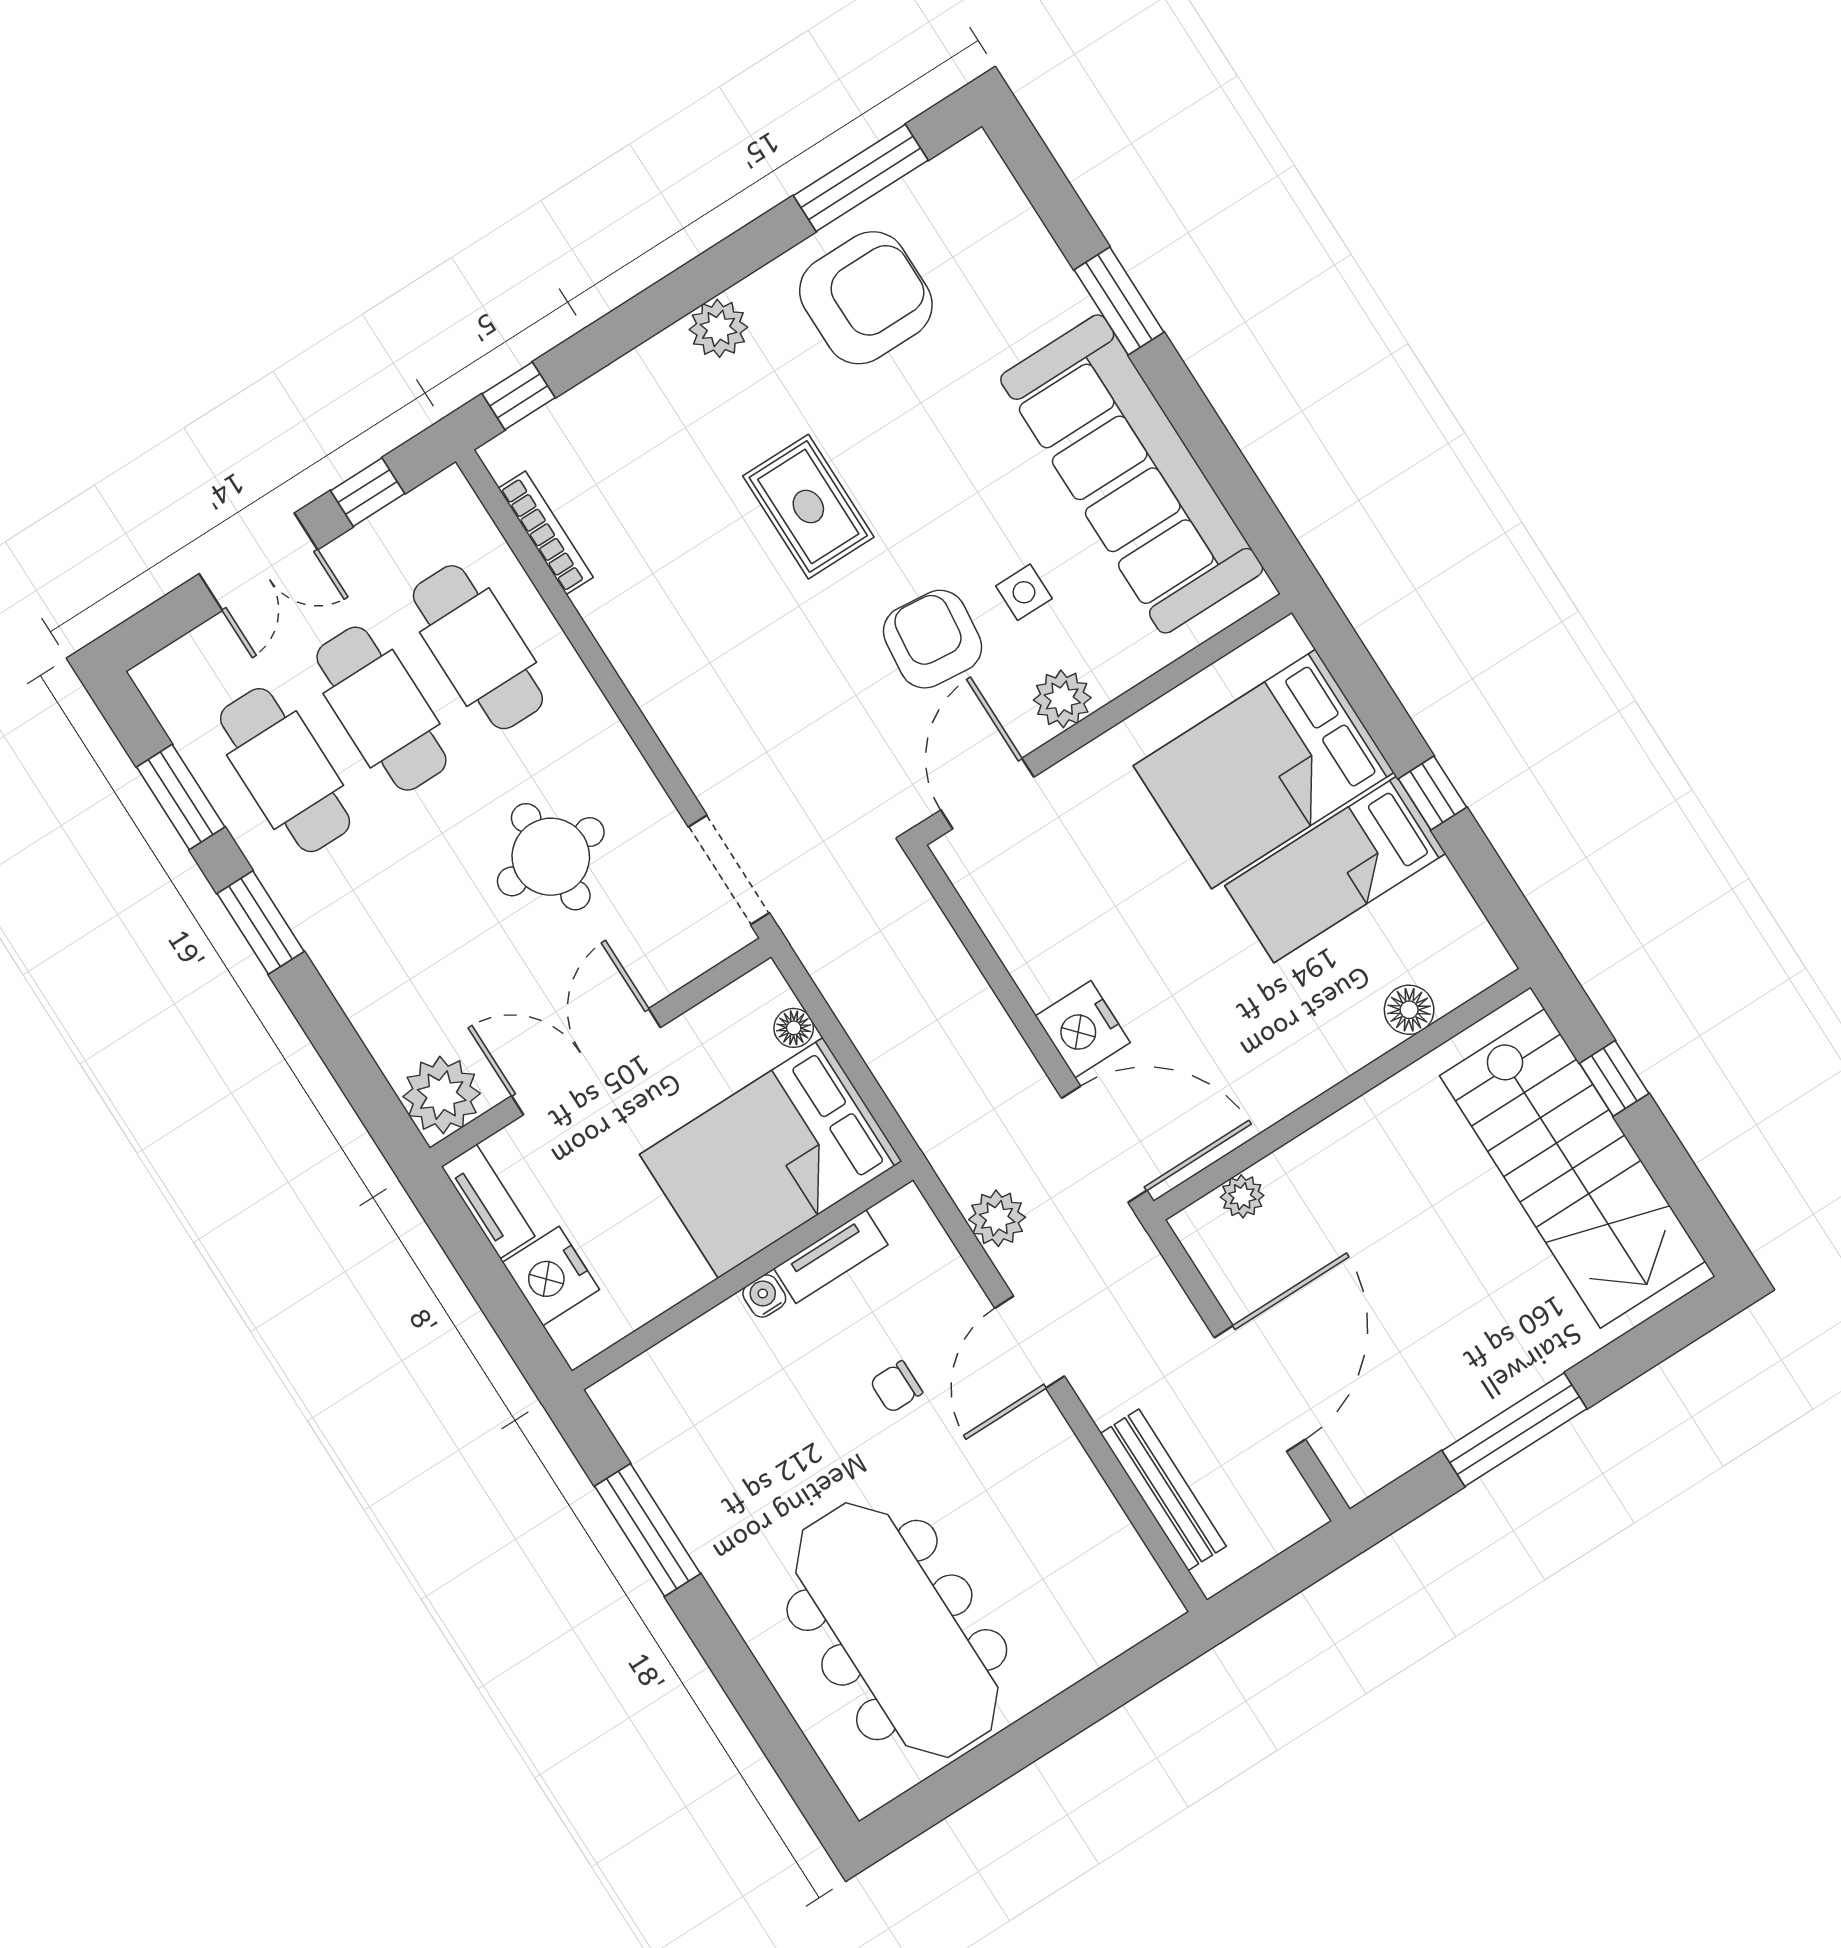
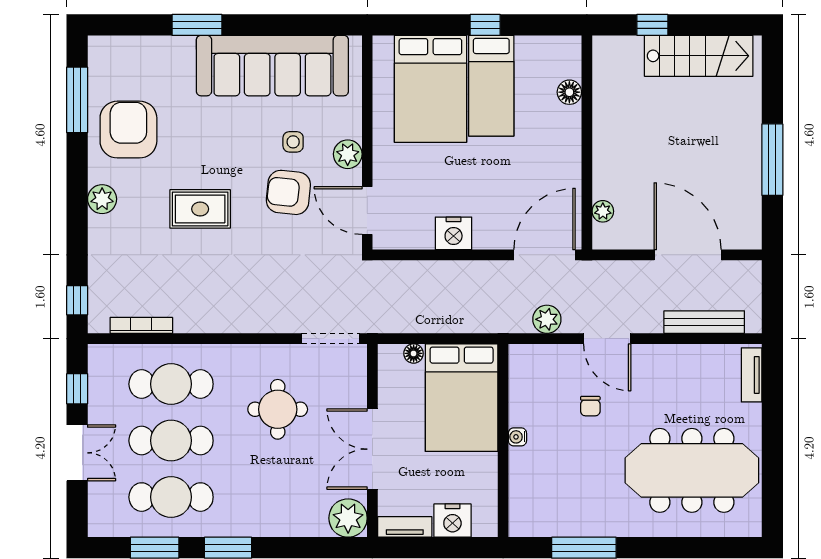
nightstand: (1083, 1029) -> (454, 233), moved
stairs: (1573, 1168) -> (699, 56), width x0.73, depth x0.66
tv unit: (831, 1257) -> (752, 375), moved, turned 180

